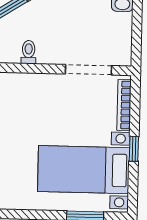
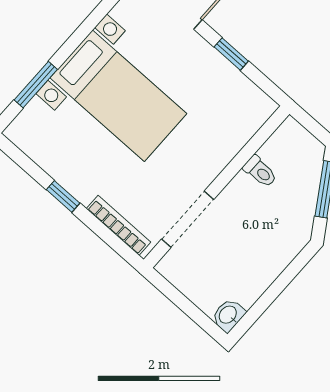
bed with nightstands: (84, 170) -> (118, 96), moved, turned 90

